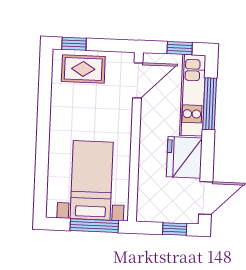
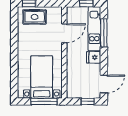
door: (138, 80) -> (64, 33), moved
fridge: (184, 157) -> (94, 57), width x0.53, depth x0.75

